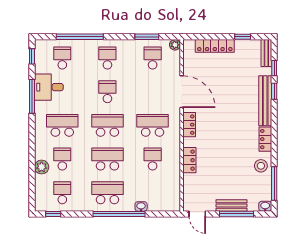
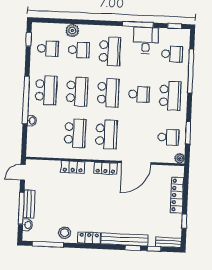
school desk: (107, 58) -> (170, 96), width x1.85
school desk: (153, 159) -> (75, 133), width x1.85
washbasin: (265, 206) -> (28, 225), moved

